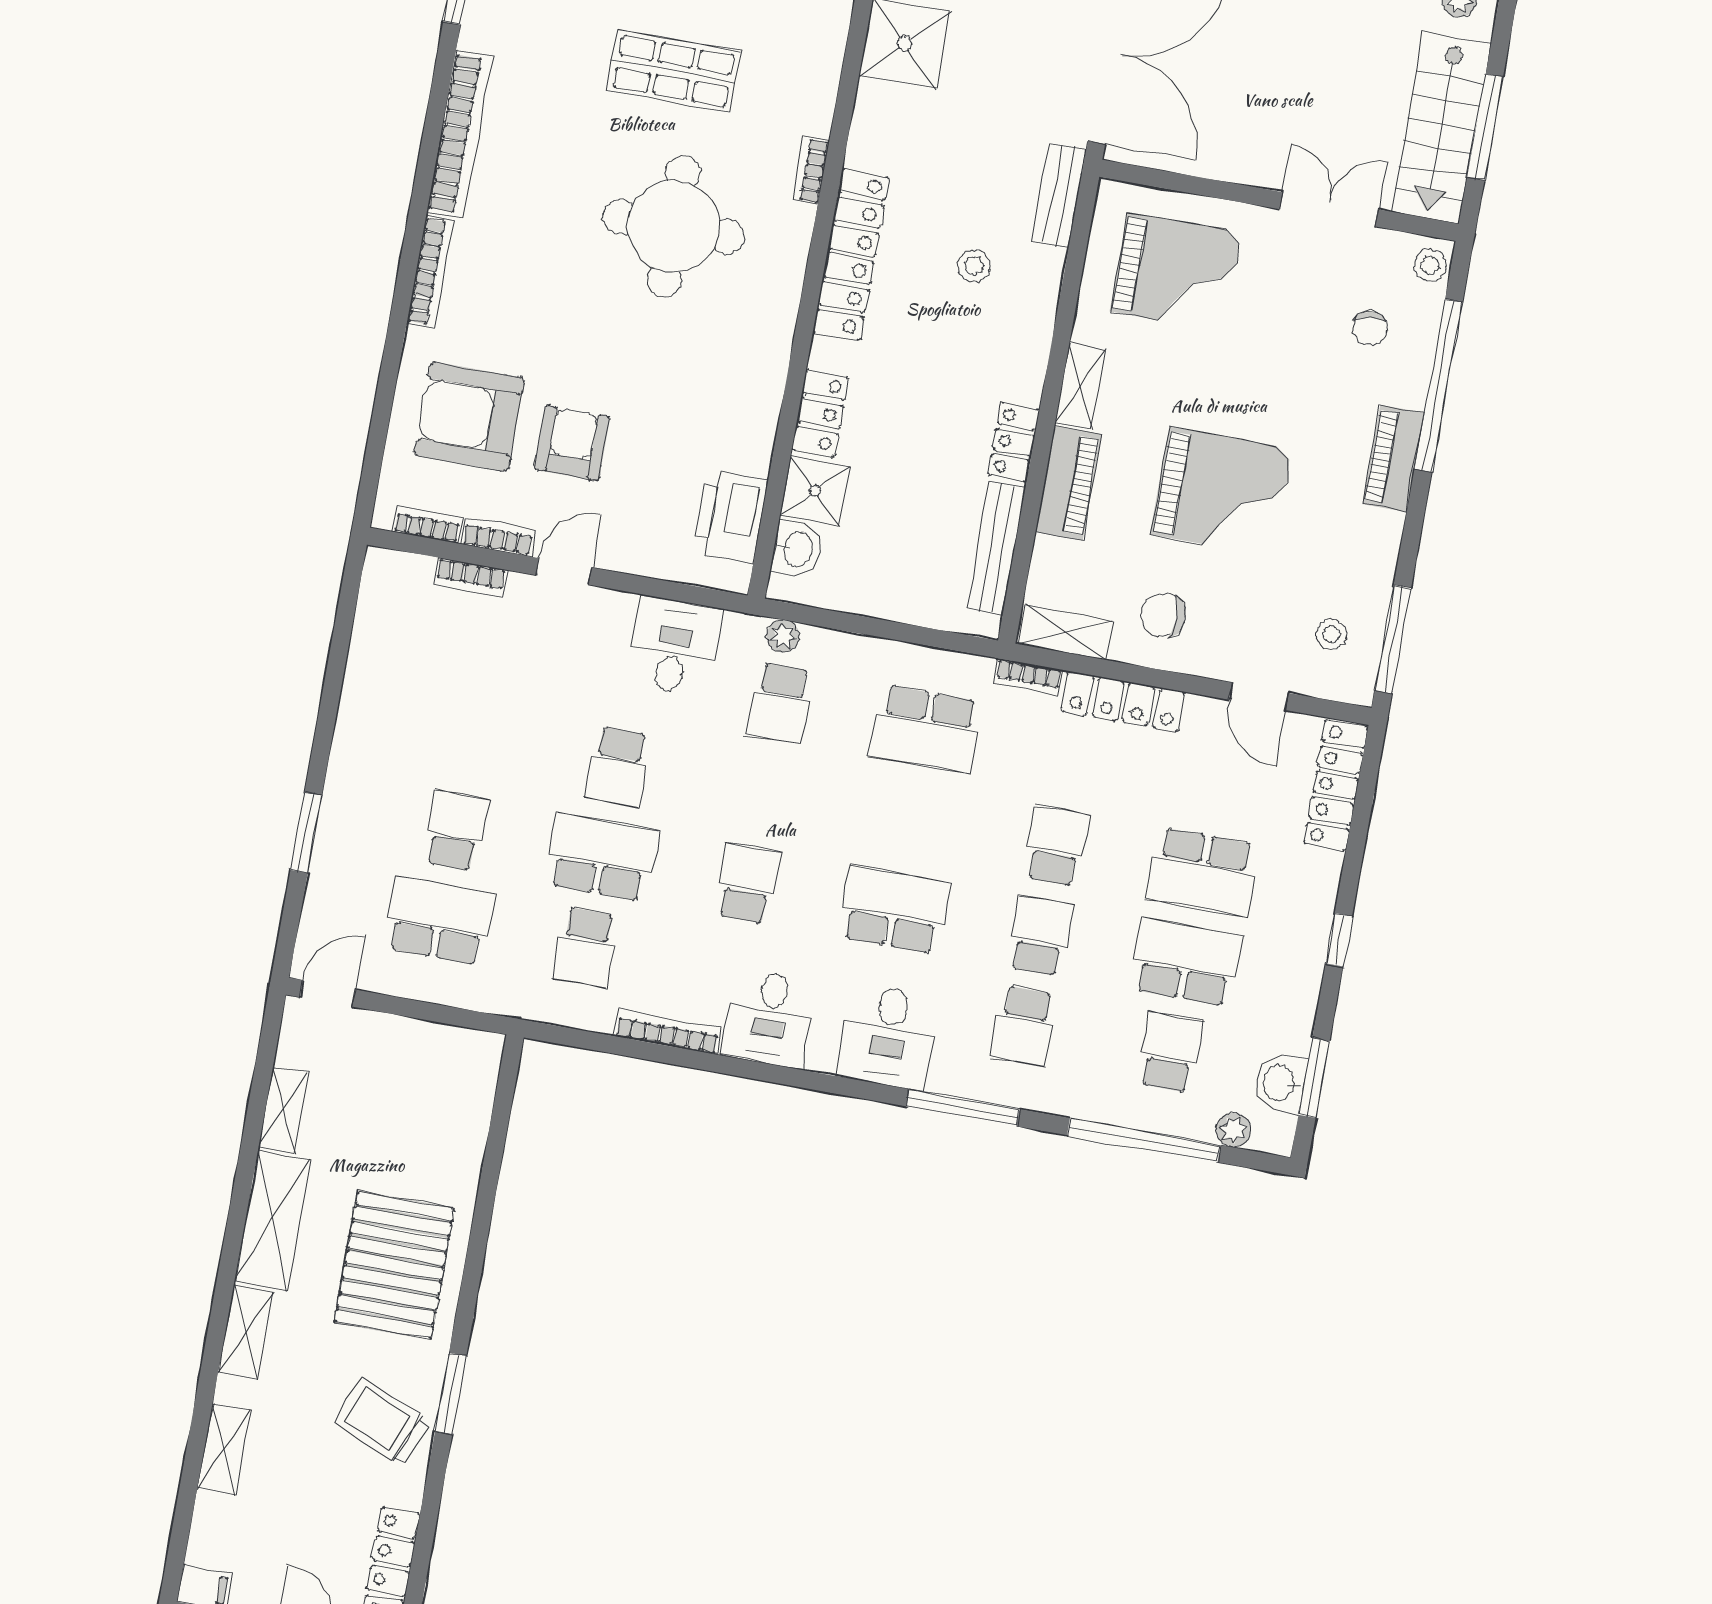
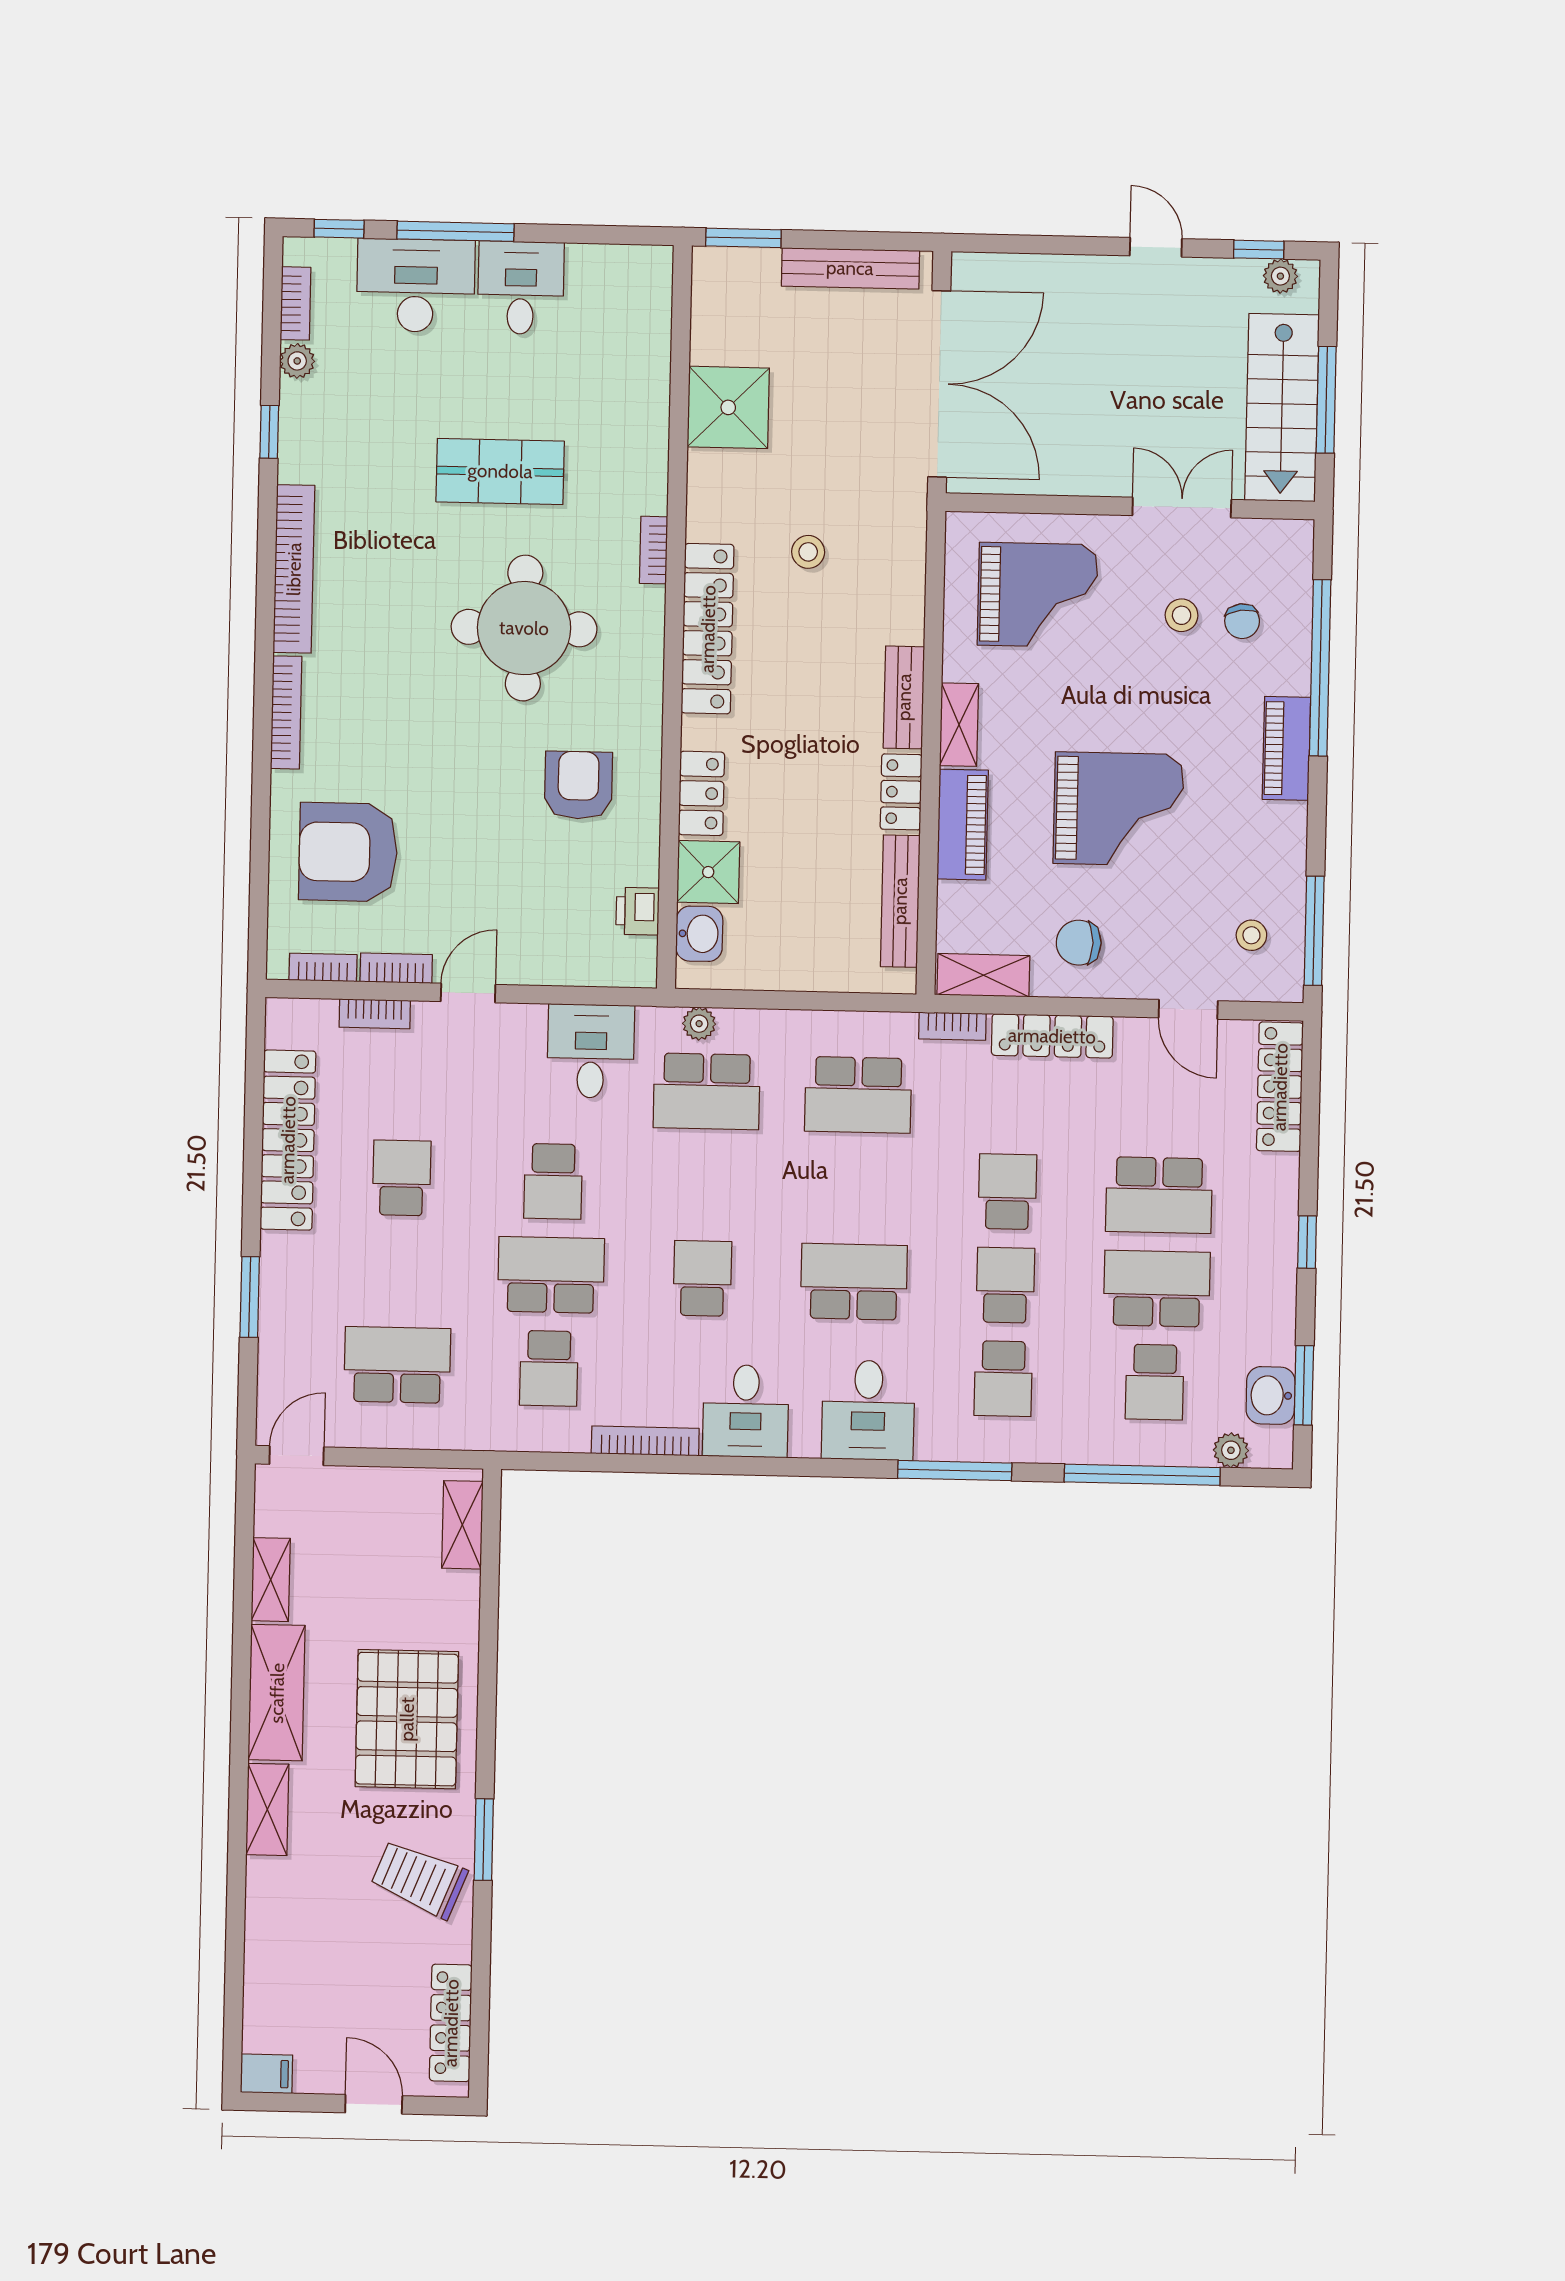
bench: (1059, 195) -> (904, 697), moved
stool: (1430, 265) -> (1182, 615), moved
stool: (974, 266) -> (808, 552), moved
armchair: (572, 443) -> (578, 785), moved
printer: (731, 516) -> (638, 911), width x0.53, depth x0.68
locker: (367, 686) -> (288, 1140), added
school desk: (780, 703) -> (707, 1091), width x1.85
school desk: (455, 831) -> (402, 1178), moved
school desk: (1170, 1052) -> (1155, 1382), turned 180
shelving: (224, 1449) -> (462, 1525), moved

